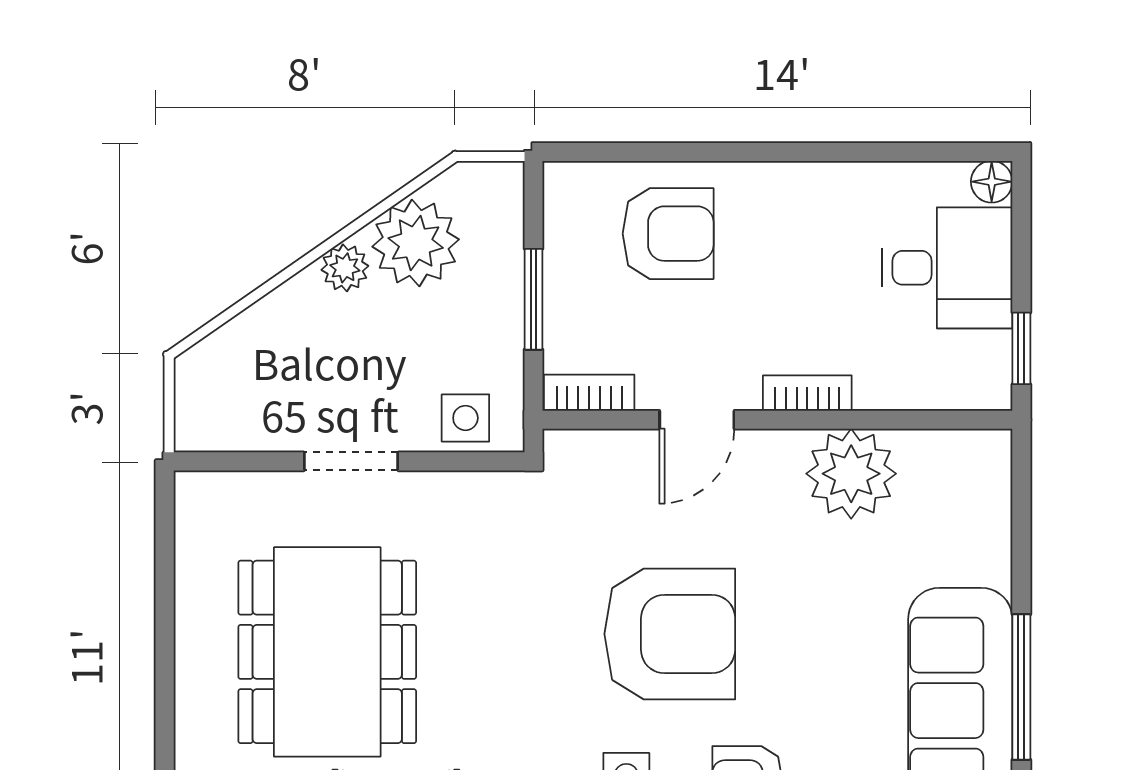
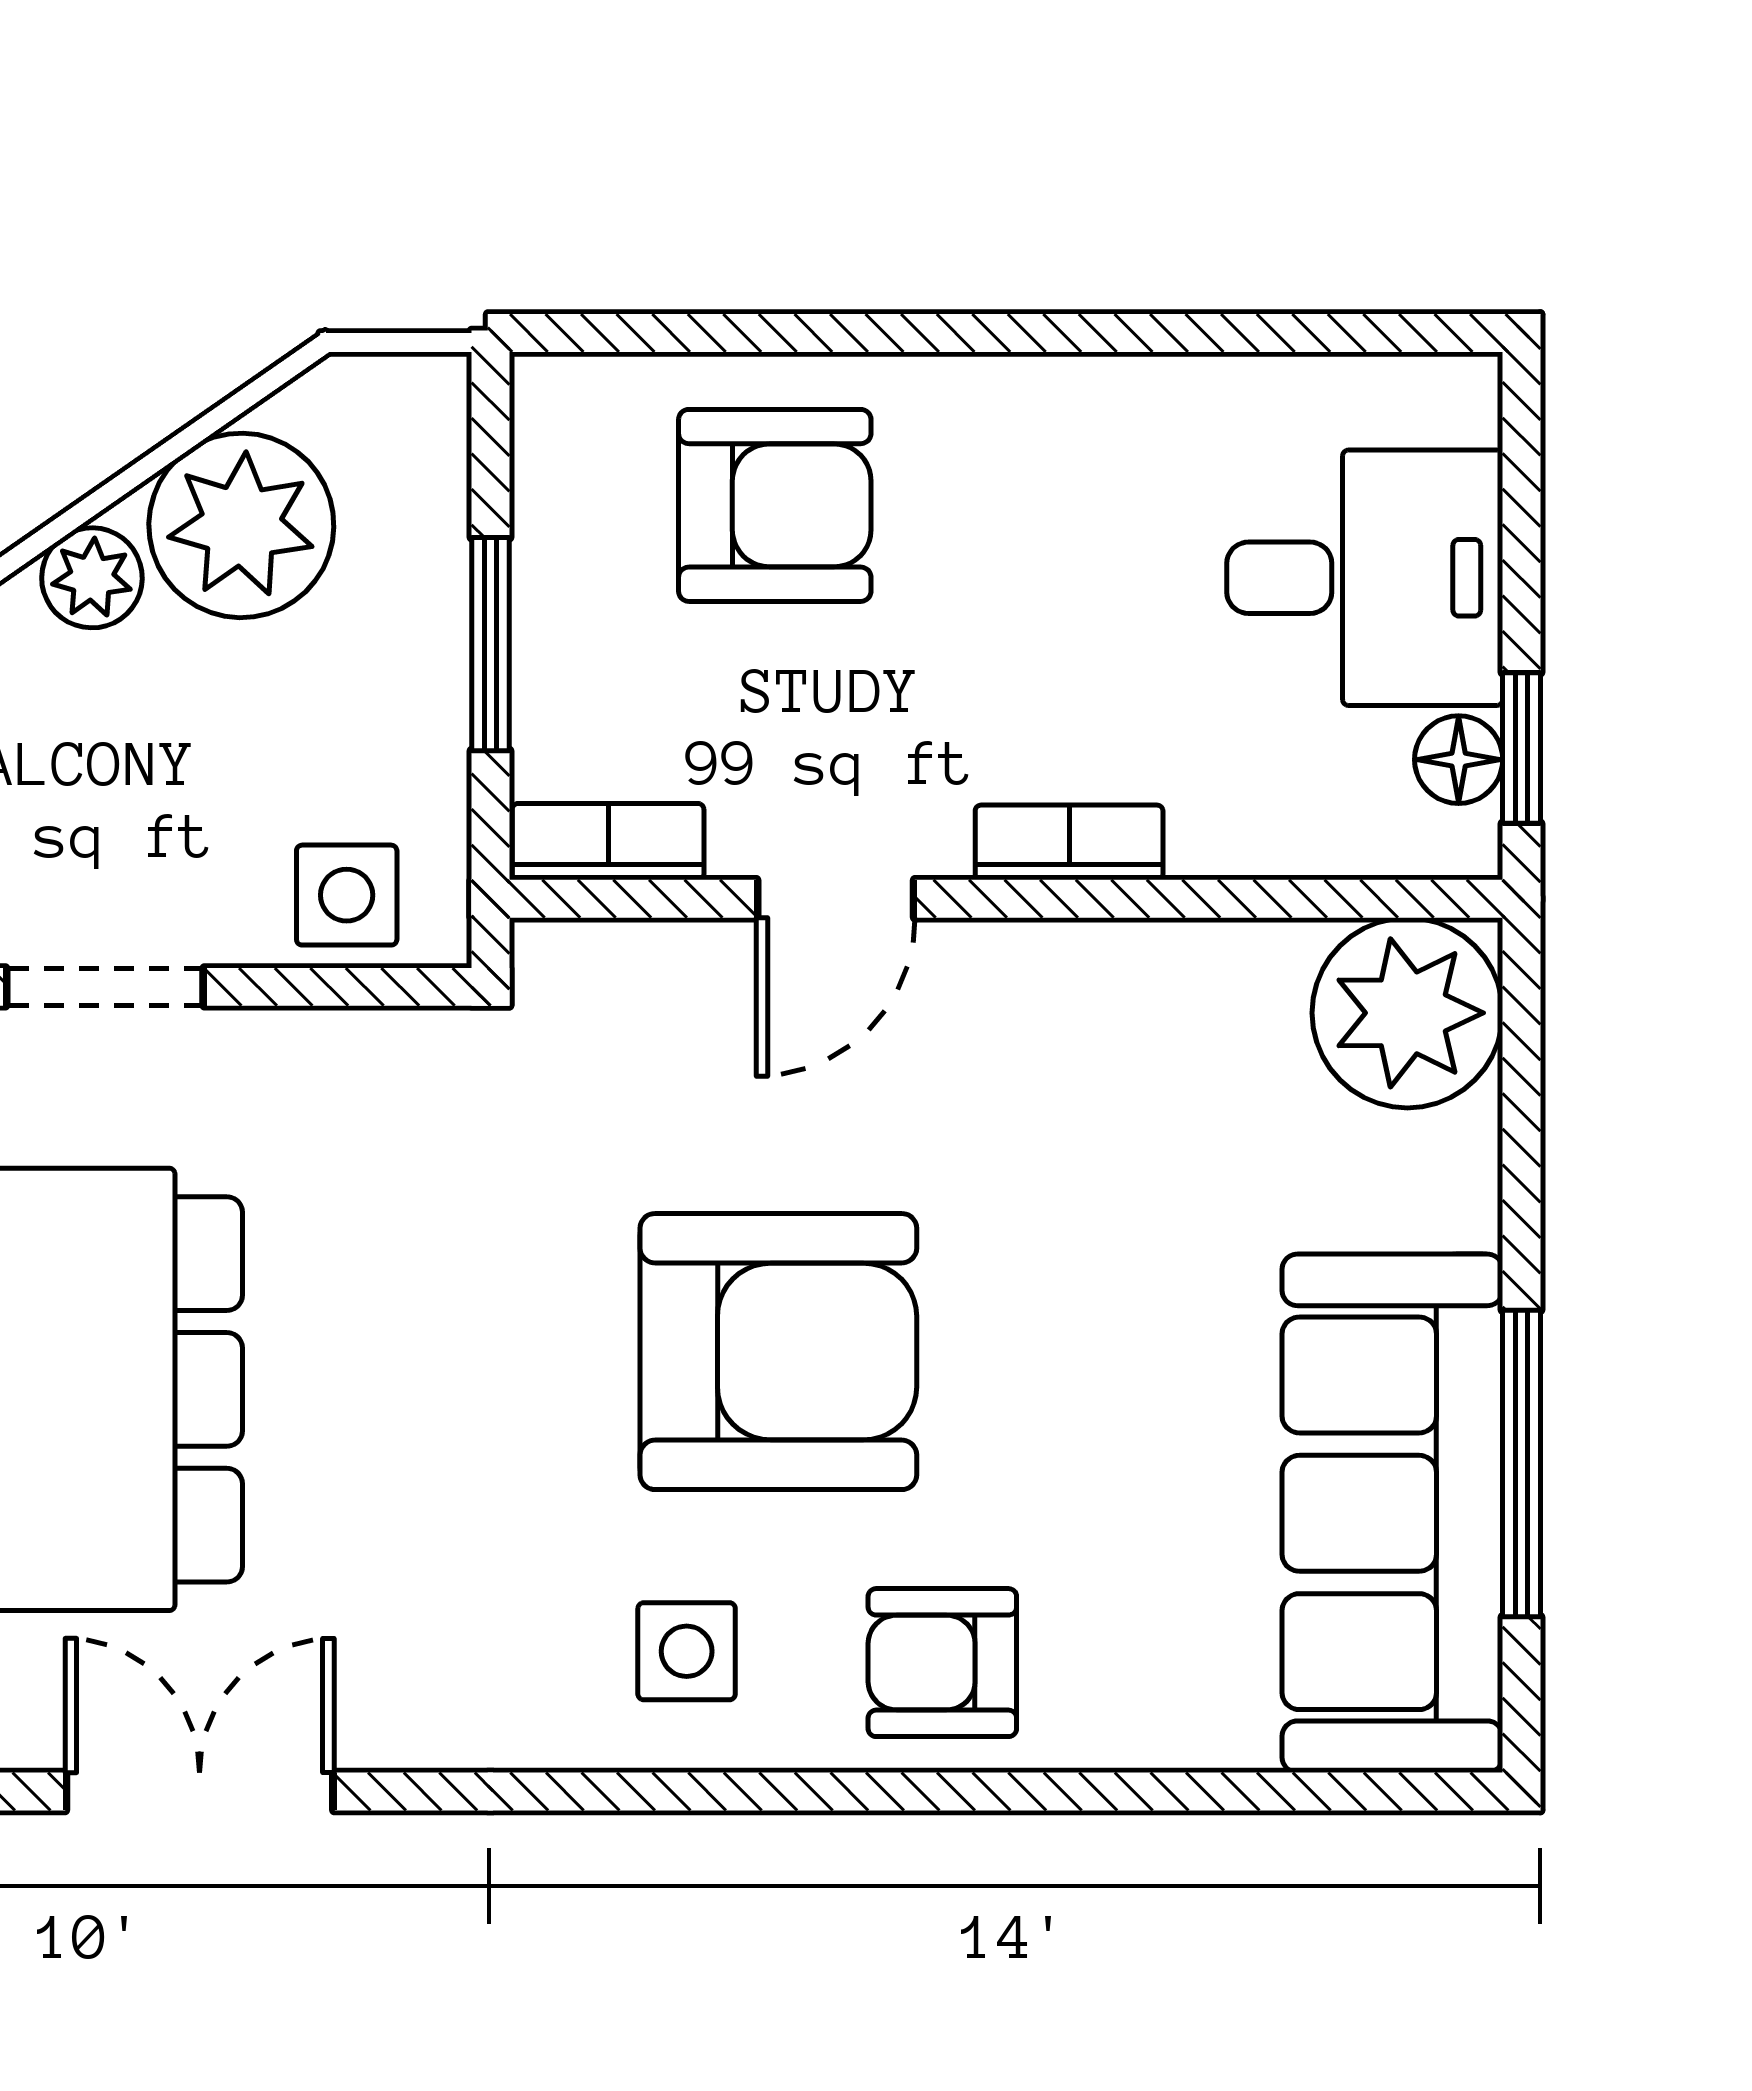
floor lamp: (992, 182) -> (1459, 760), moved
plant: (851, 474) -> (1407, 1013), moved

